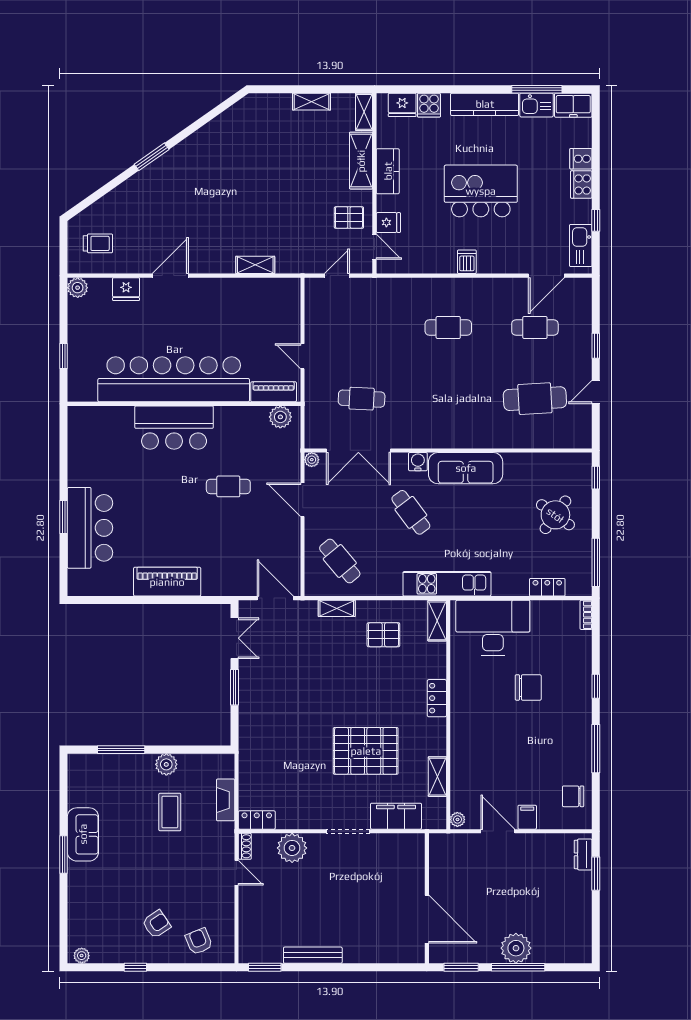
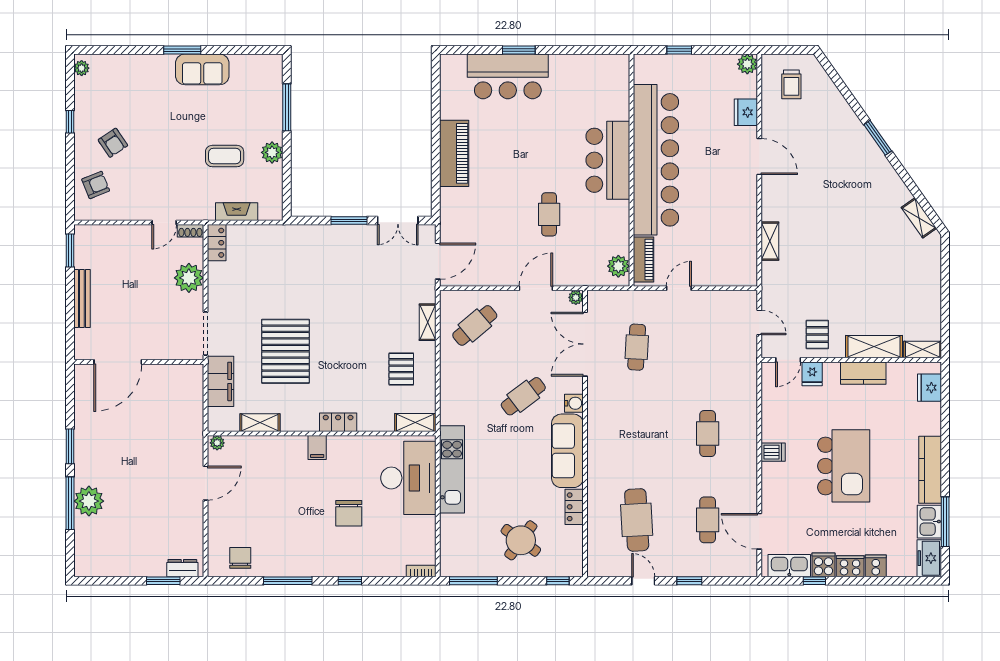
shelving: (312, 102) -> (919, 218), moved, turned -35
cooker: (429, 105) -> (823, 565), moved, turned 90
kitchen unit: (447, 584) -> (452, 469), moved
locker: (547, 587) -> (574, 507), moved, turned 180
filing cabinet: (527, 817) -> (317, 448), moved, turned 90
wall: (427, 898) -> (139, 362), moved
door: (427, 919) -> (118, 362), moved

